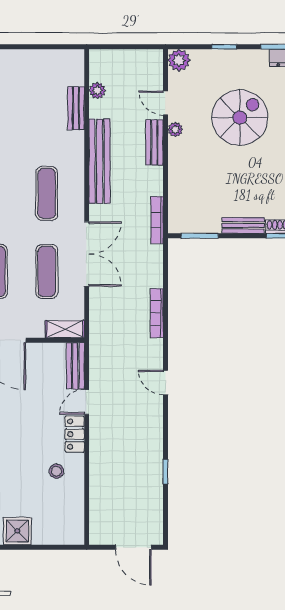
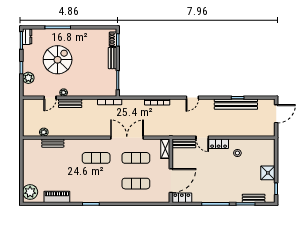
plant: (179, 60) -> (28, 78), moved
spiral stairs: (240, 118) -> (58, 60), turned 90
bench: (100, 161) -> (236, 104), moved

